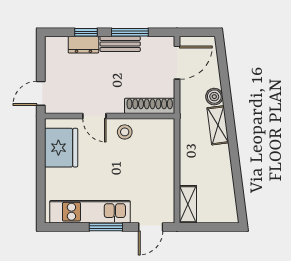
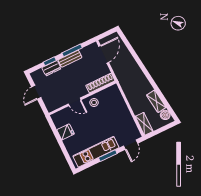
door: (41, 93) -> (36, 92), moved
boiler: (214, 97) -> (165, 115), moved
shelving: (218, 125) -> (156, 101), moved
fridge: (61, 148) -> (66, 132), width x0.53, depth x0.75

